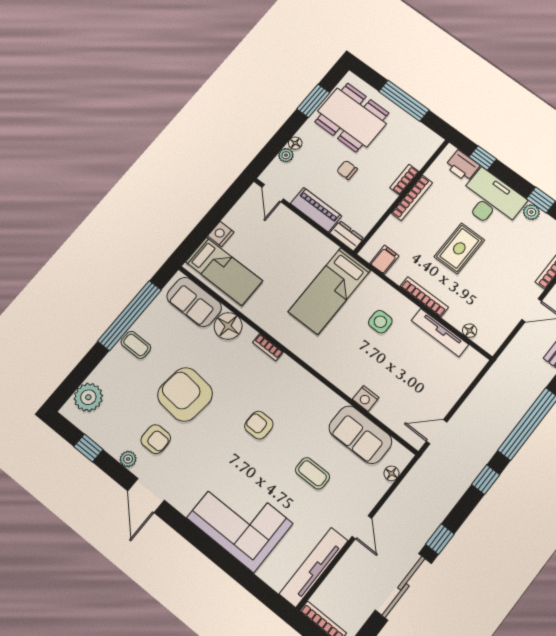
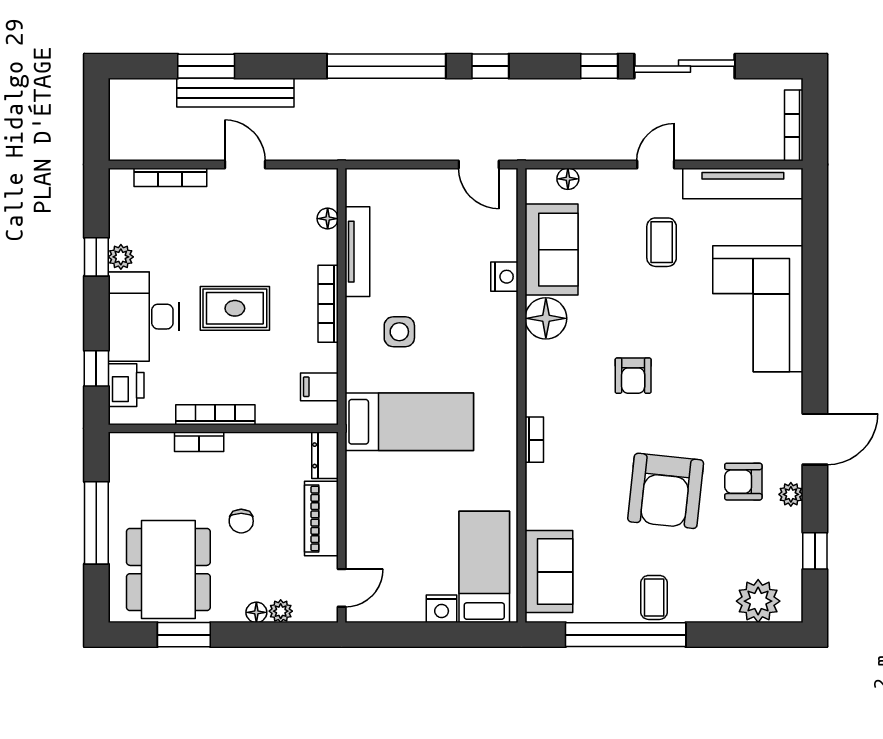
floor lamp: (228, 326) -> (546, 318), moved
armchair: (156, 439) -> (743, 482), turned -90
coffee table: (313, 473) -> (662, 242), moved

